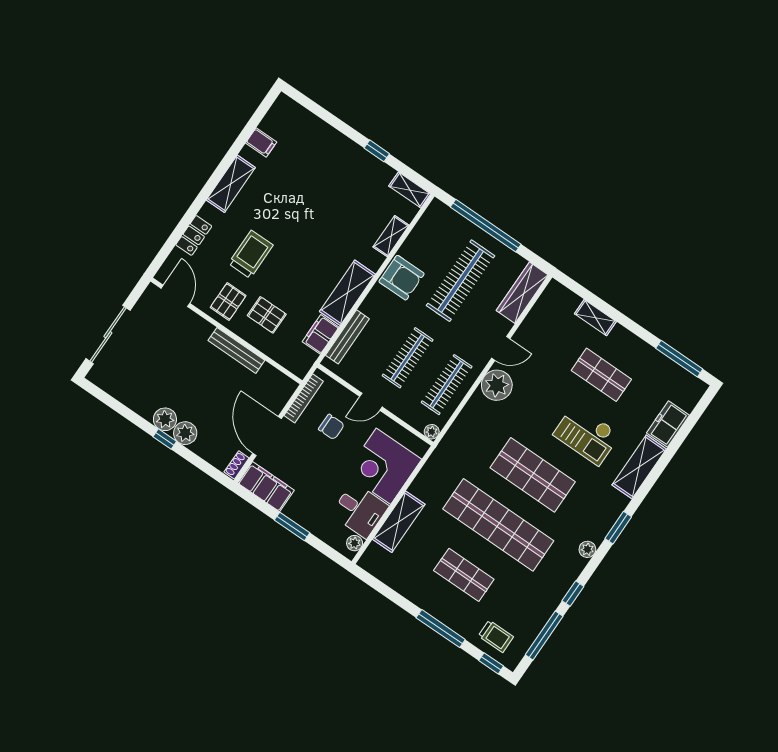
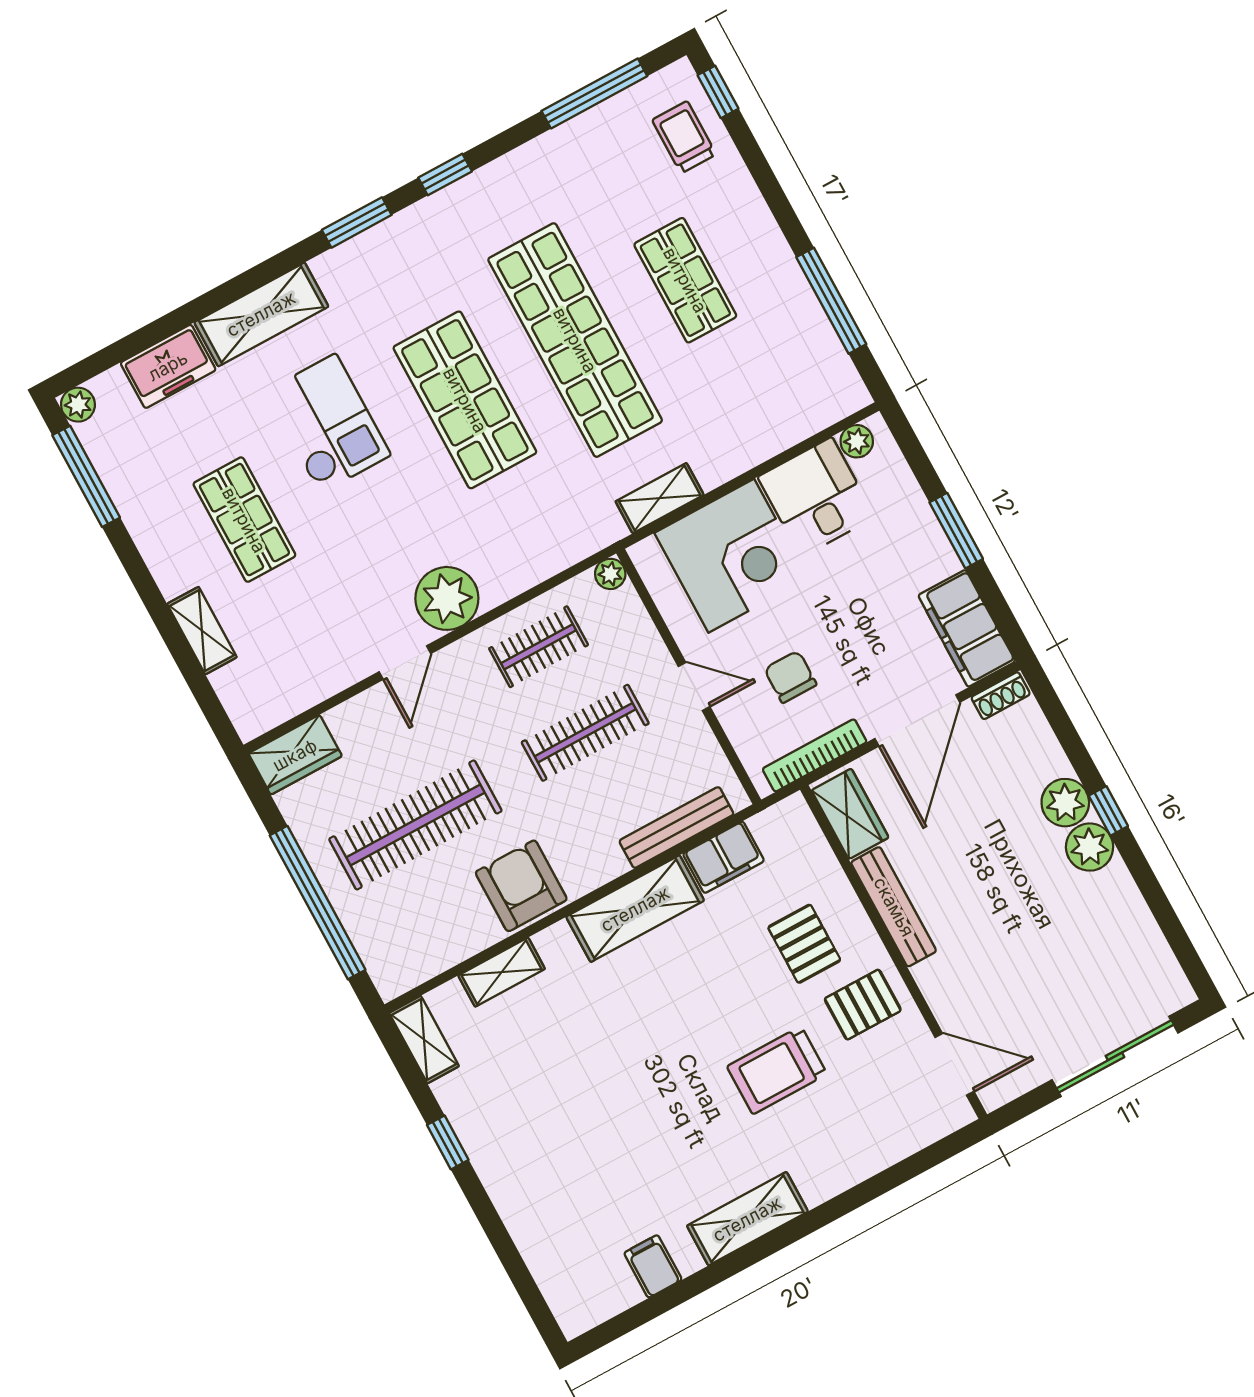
locker: (194, 235) -> (864, 1158), removed
wardrobe: (522, 293) -> (295, 755), width x0.67
door: (175, 296) -> (955, 1064), swing flipped
door: (501, 348) -> (405, 663), swing flipped
wardrobe: (276, 381) -> (850, 814), added
clothes rail: (447, 385) -> (539, 647), width x0.73
shelving: (399, 522) -> (660, 498), moved, width x0.67, depth x0.75
plant: (587, 549) -> (78, 405), moved
window: (573, 594) -> (445, 174), moved
window: (441, 629) -> (831, 301), moved

